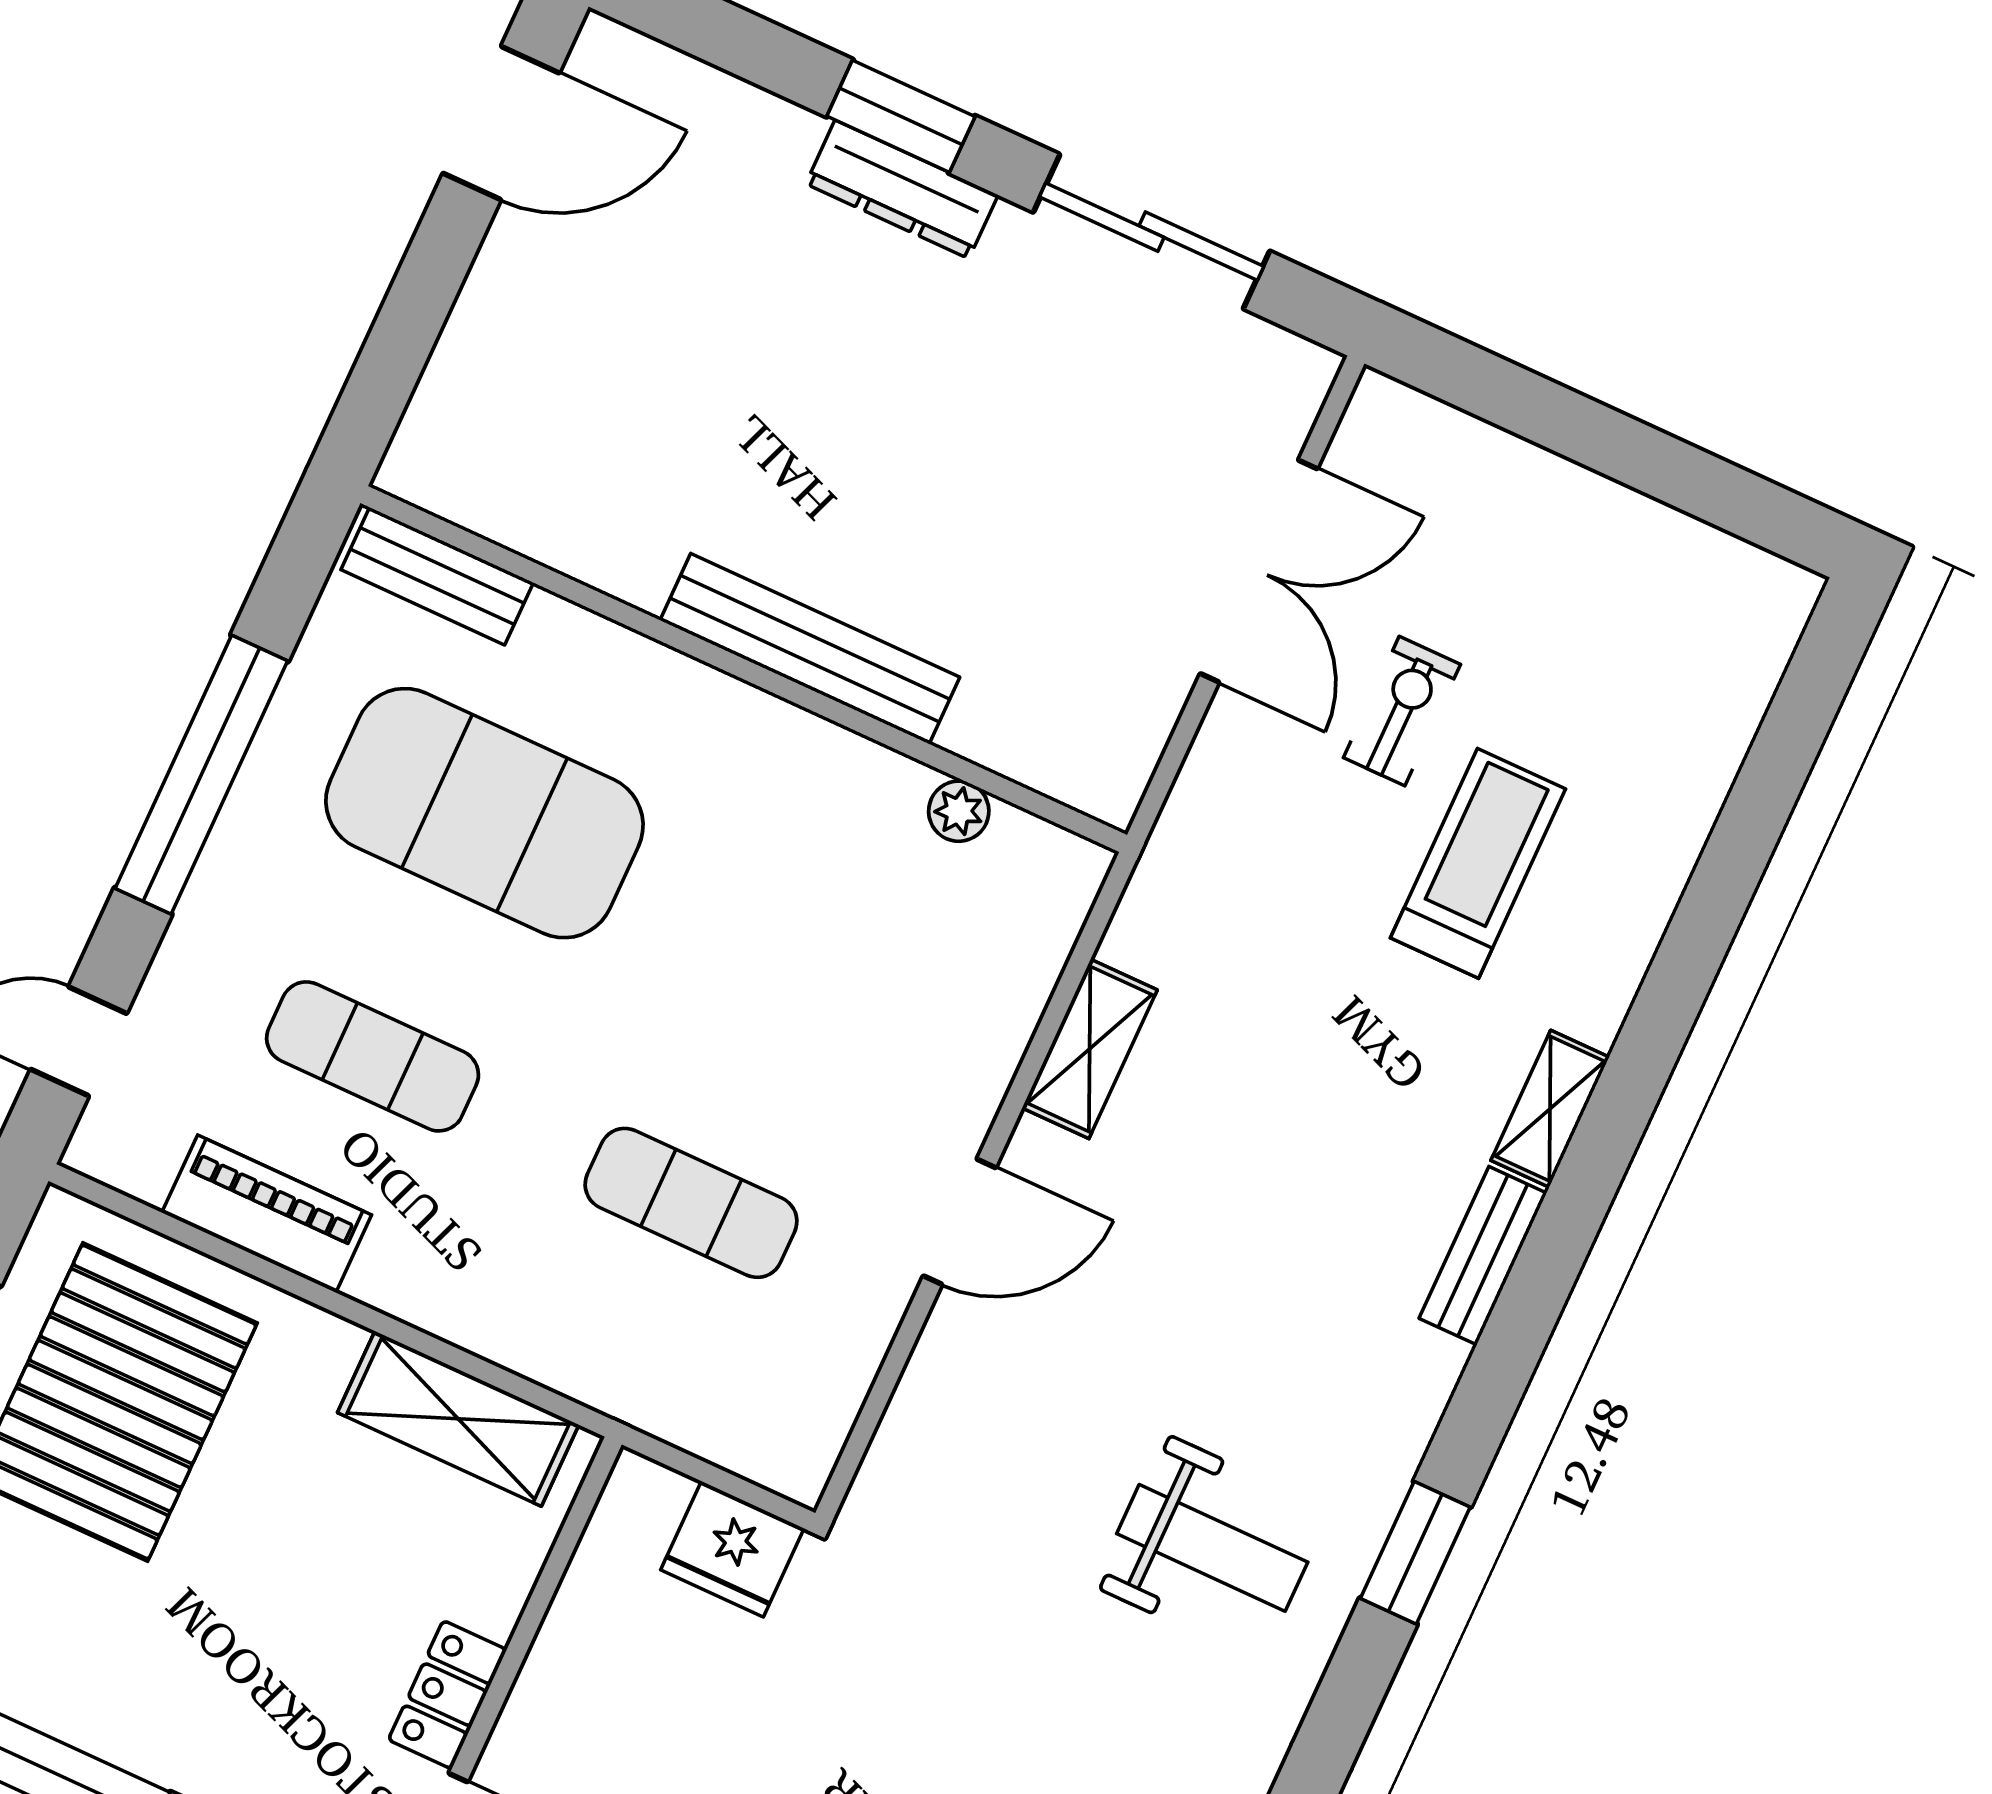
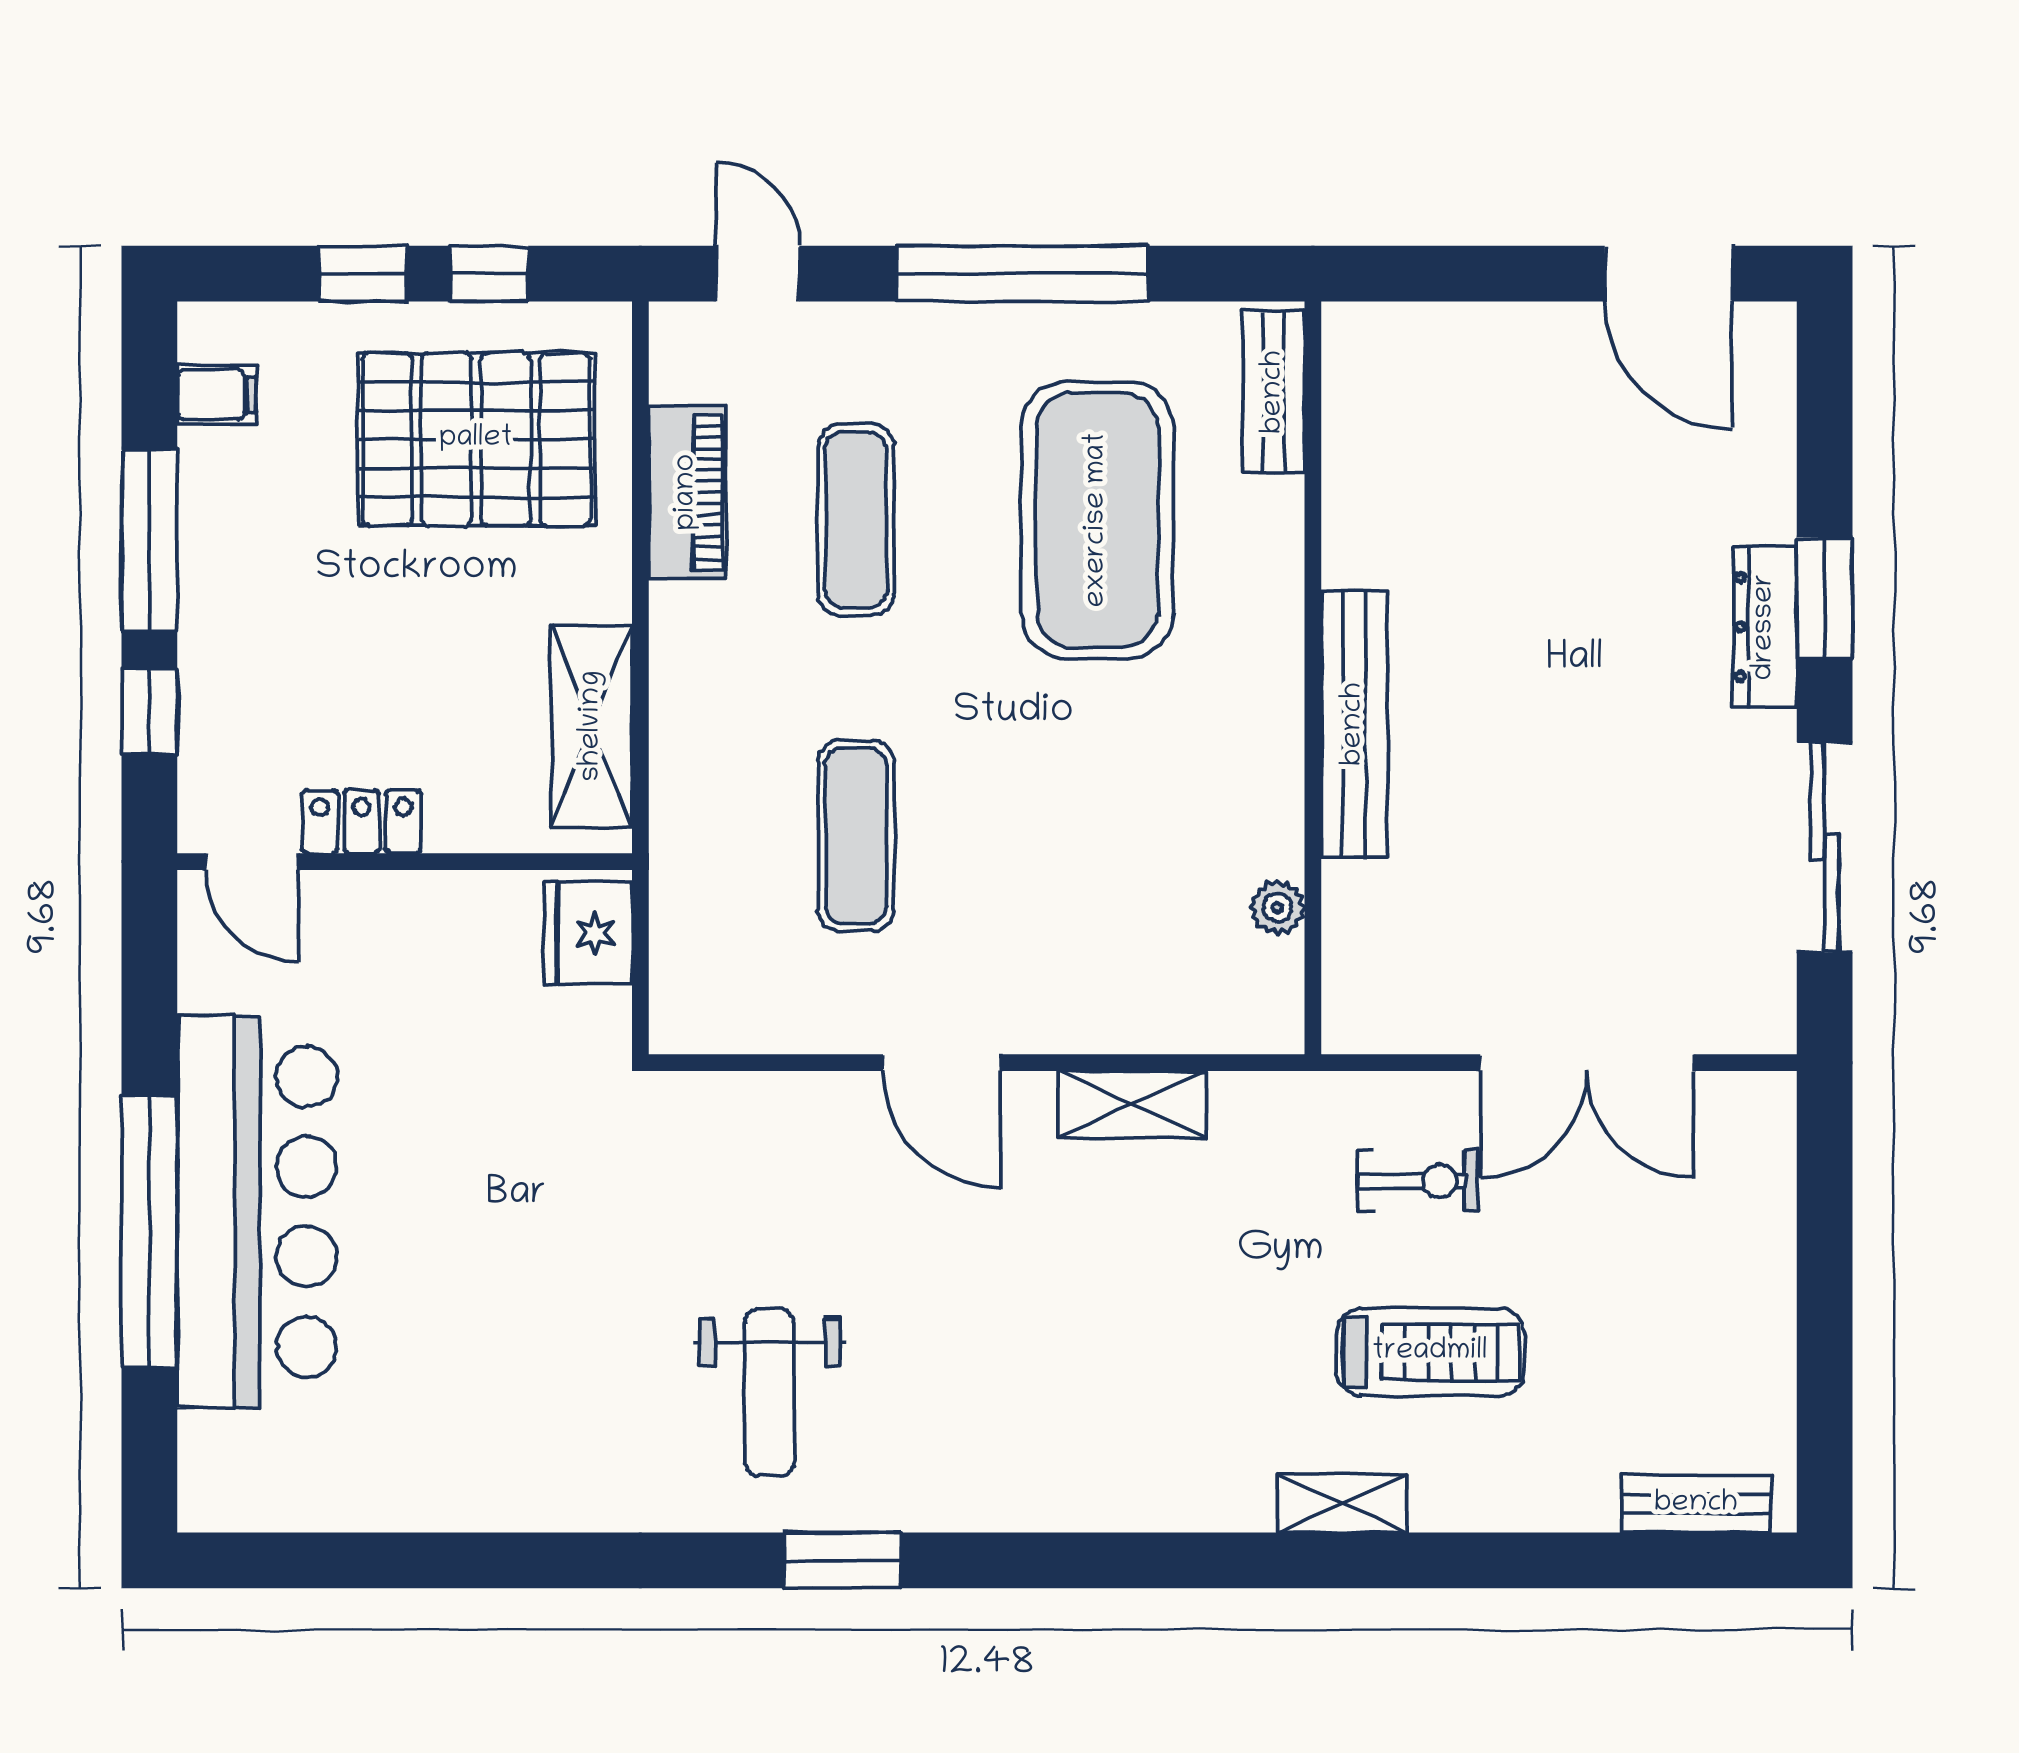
exercise bike: (1402, 711) -> (1418, 1181), moved
shelving: (1550, 1109) -> (1342, 1504), moved
bench: (1483, 1256) -> (1696, 1504), moved
fridge: (732, 1549) -> (588, 933), moved

